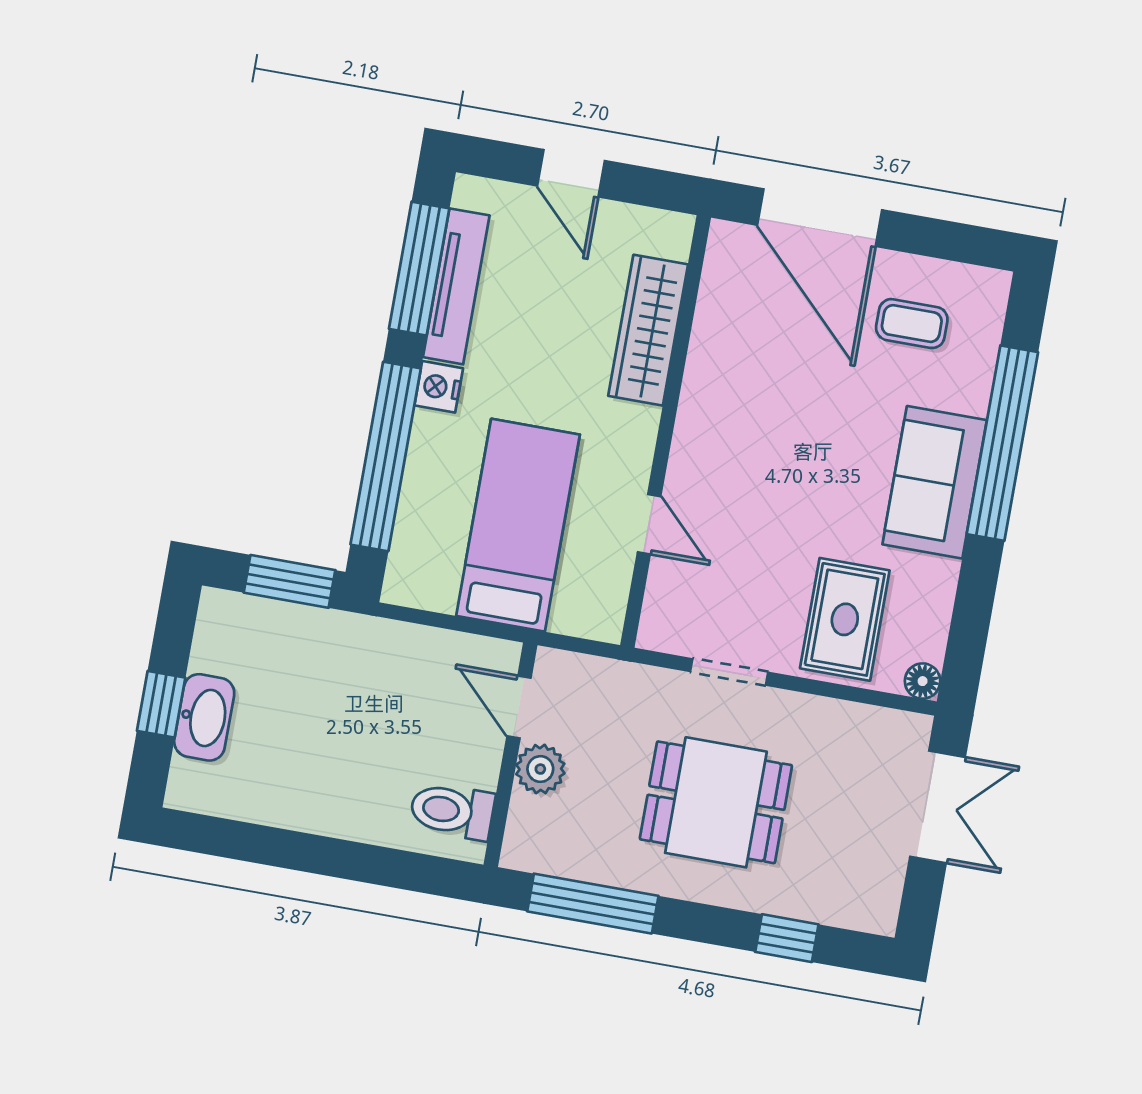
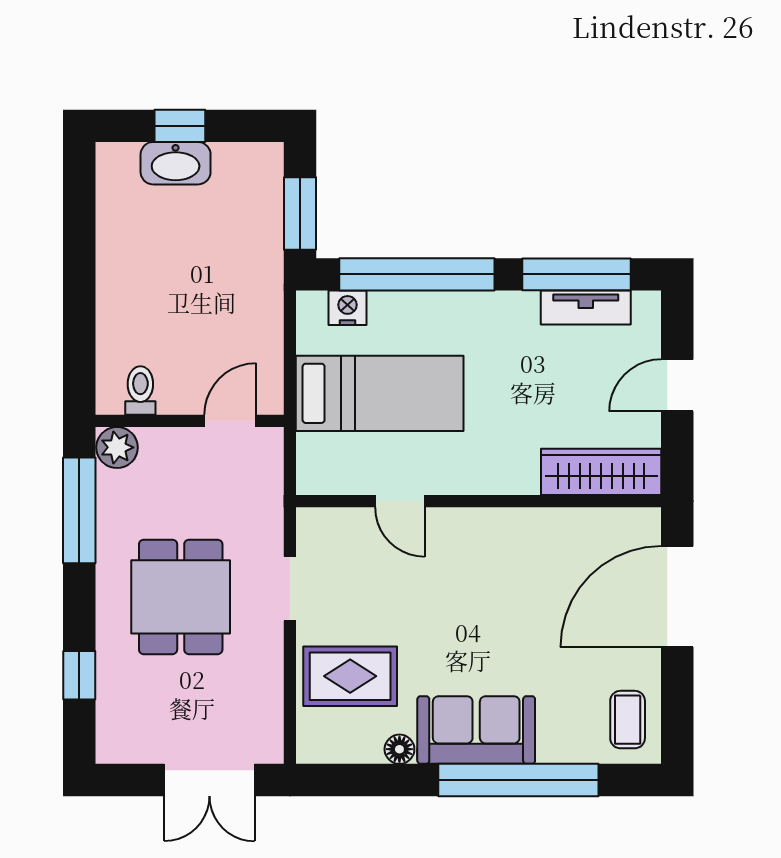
tv unit: (456, 286) -> (586, 308), width x0.71
coffee table: (912, 324) -> (628, 720), moved
wardrobe: (648, 330) -> (601, 472), moved
nightstand: (439, 387) -> (348, 308), moved
door: (649, 524) -> (400, 501), hinge flipped
floor lamp: (923, 681) -> (399, 749), moved
plant: (540, 769) -> (117, 447), moved
toilet: (452, 811) -> (140, 390), width x0.73, depth x0.72

